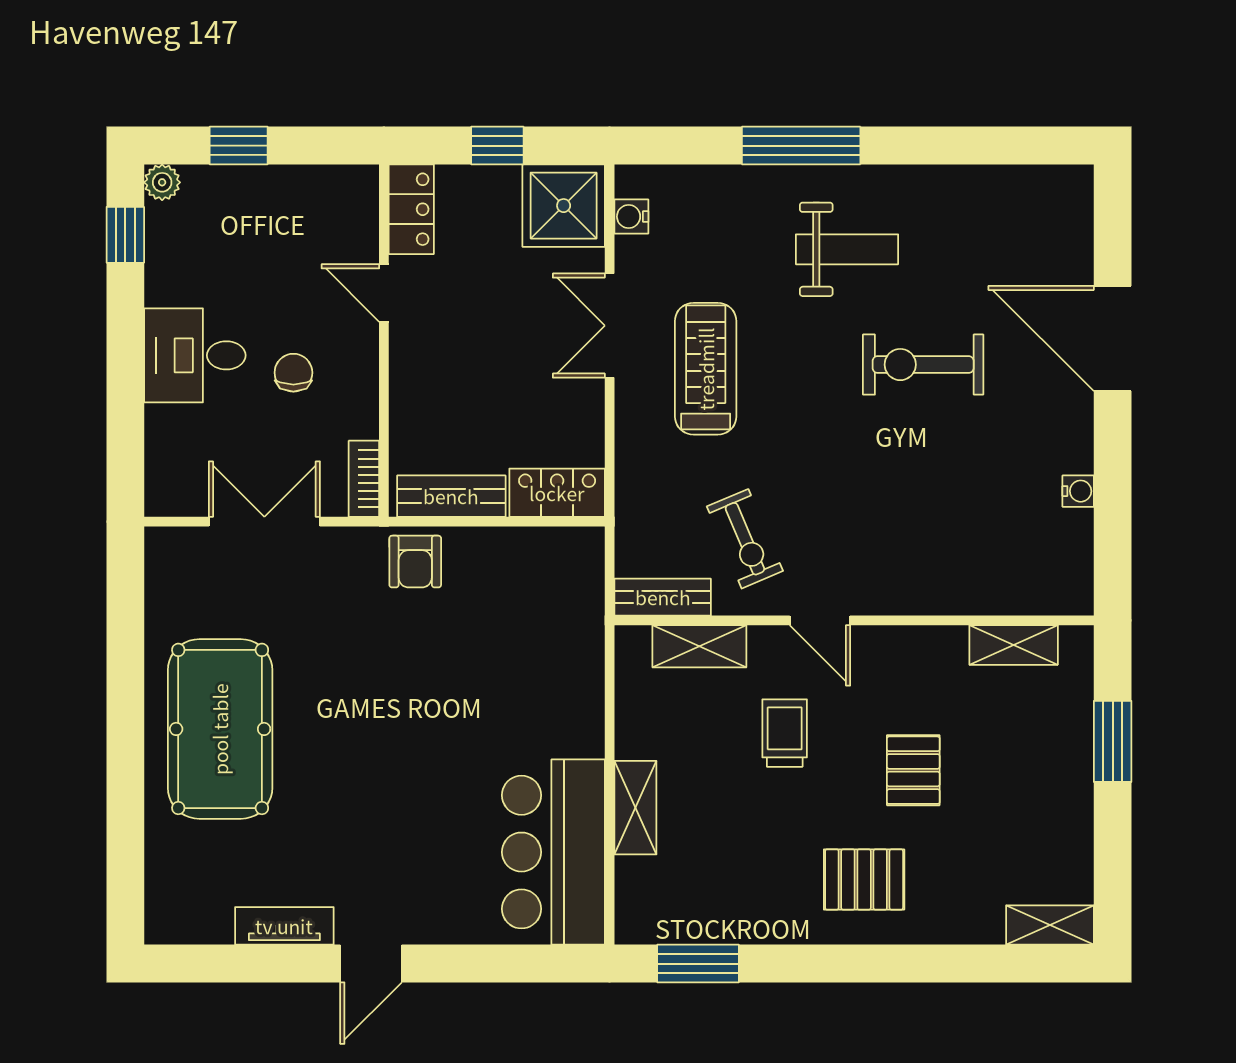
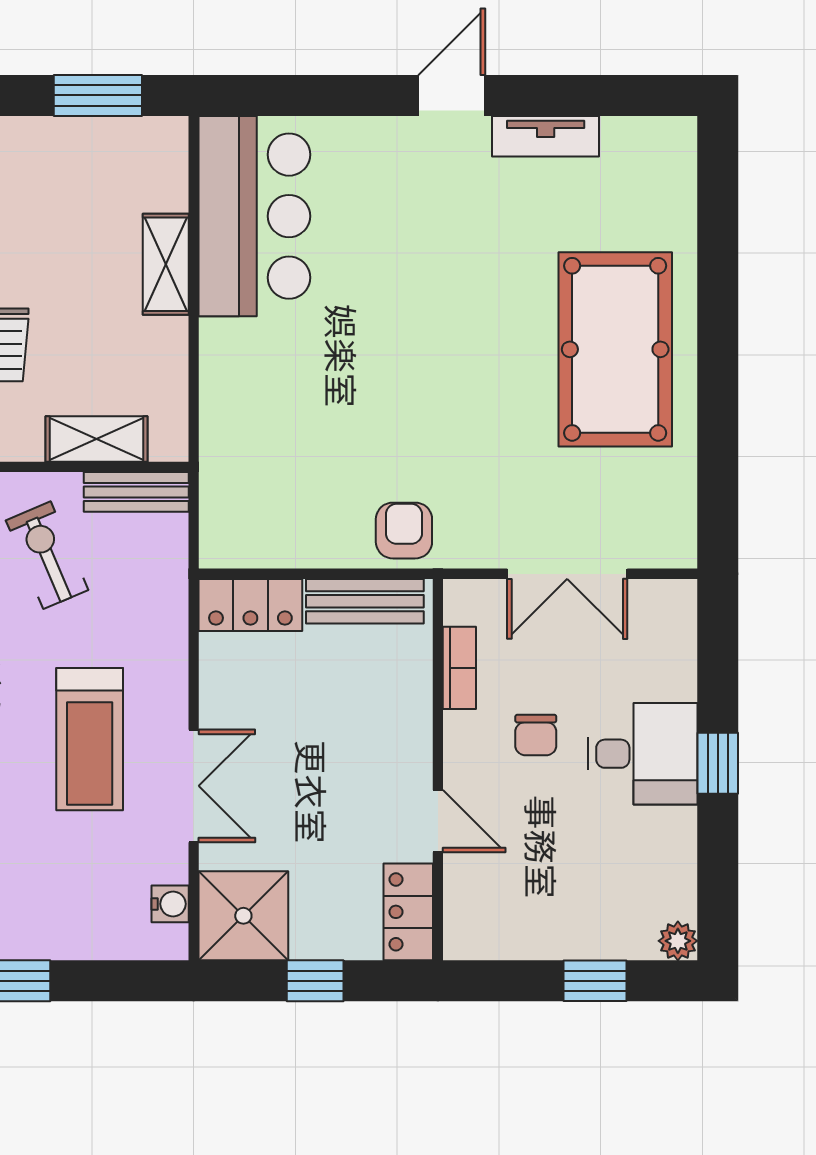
window: (125, 235) -> (718, 763), moved
bookcase: (364, 479) -> (459, 668), moved

